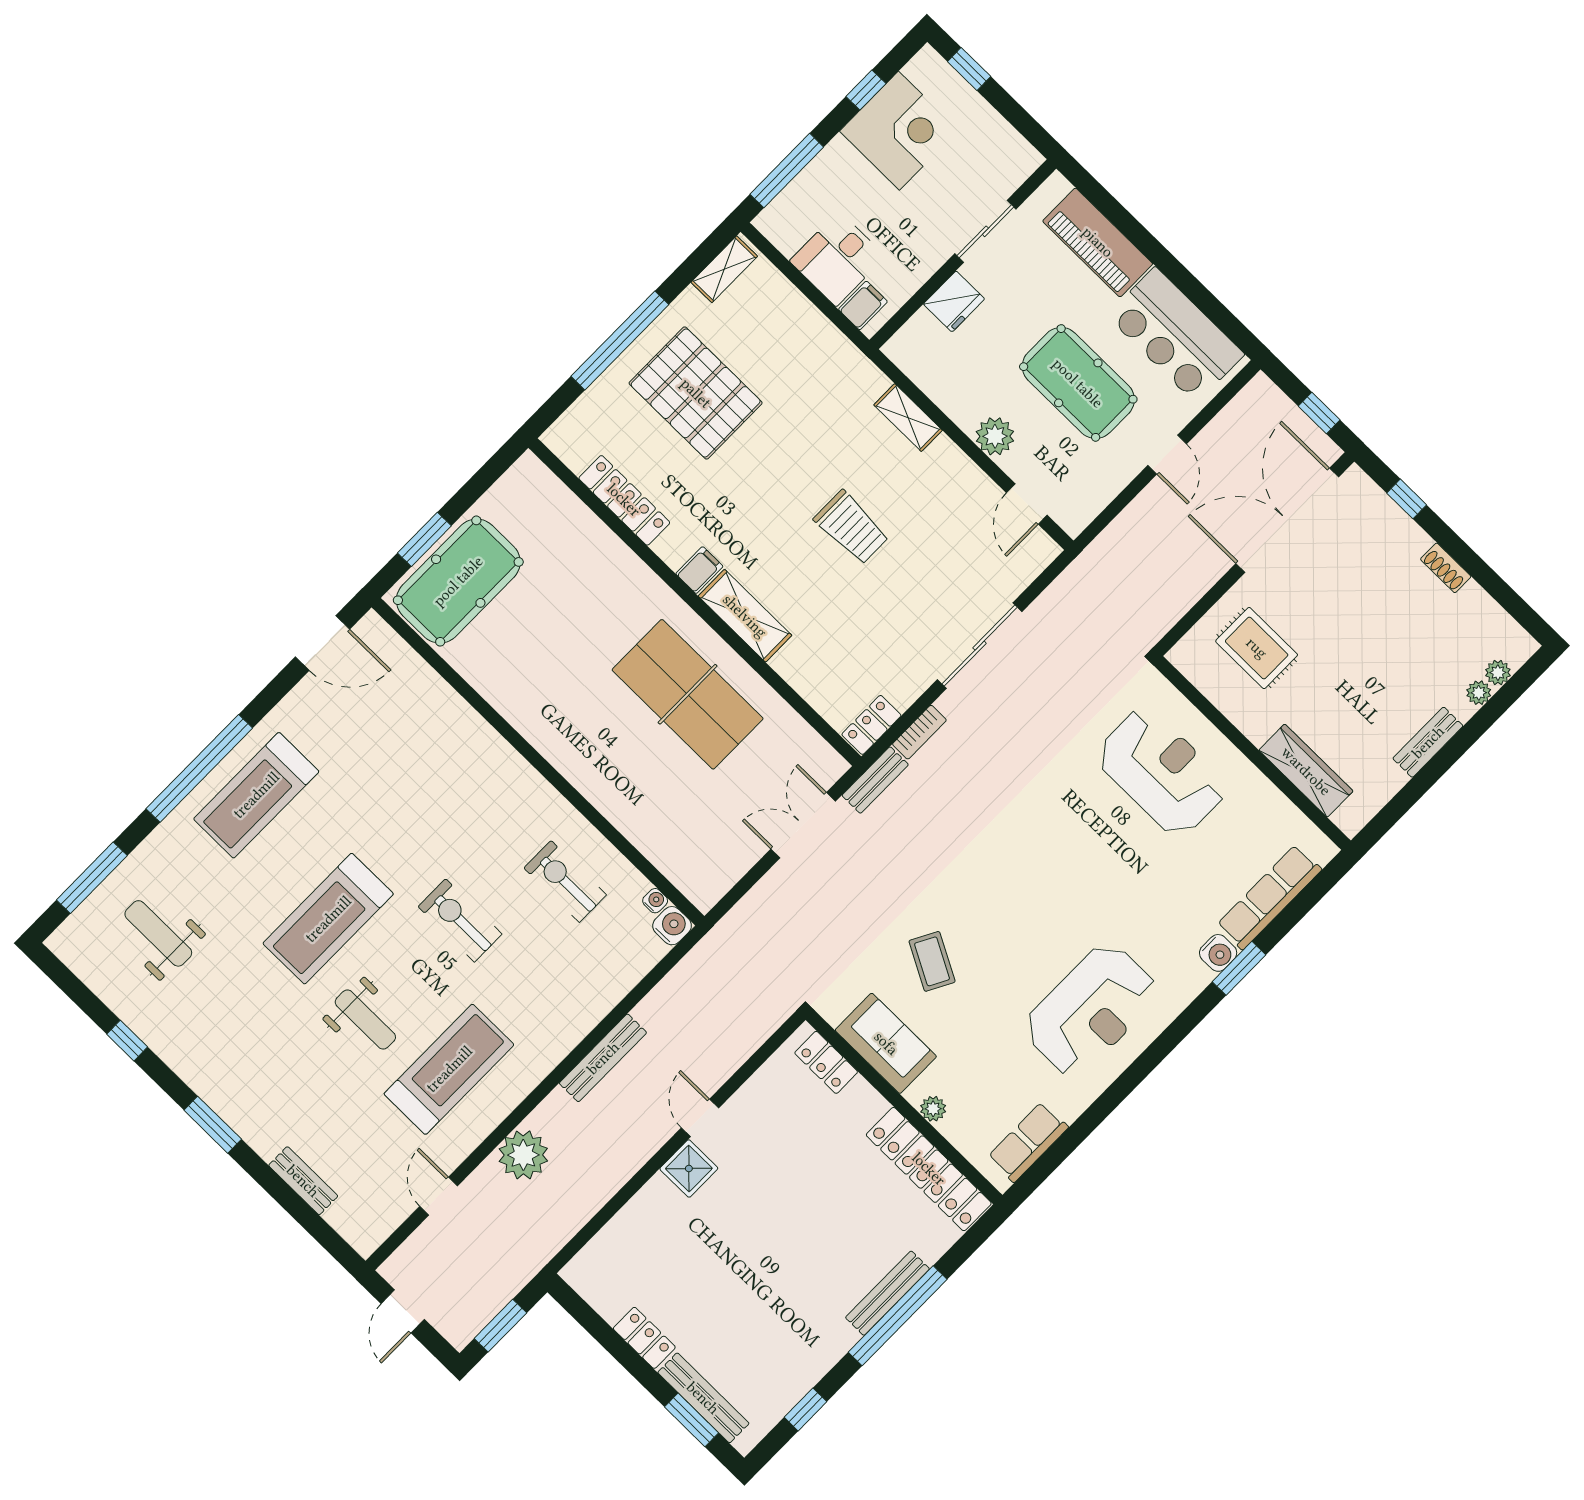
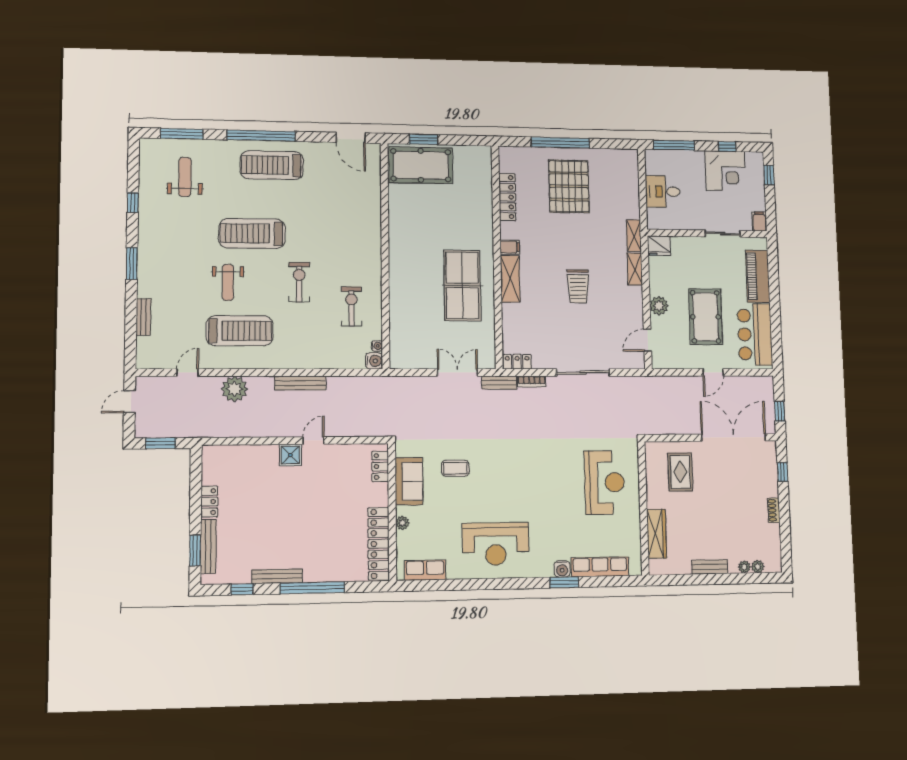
shelving: (724, 269) -> (634, 236), moved, turned 90
fridge: (954, 301) -> (659, 246), moved
filing cabinet: (863, 305) -> (759, 221), moved, turned -90
coffee table: (932, 961) -> (455, 468), turned 62
bench: (887, 1293) -> (277, 576), moved

